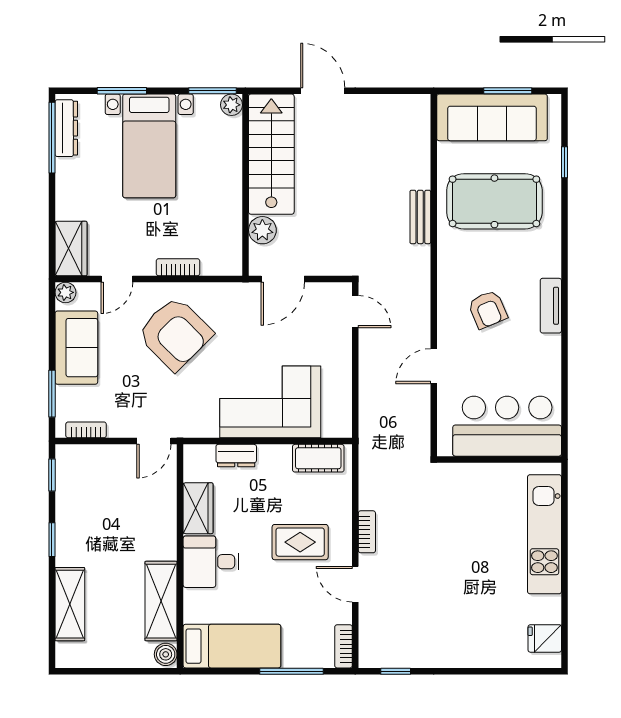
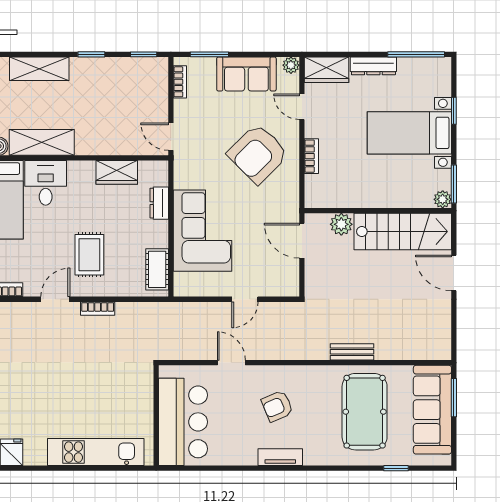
window: (122, 91) -> (454, 111), width x0.67
door: (323, 91) -> (454, 273), swing flipped
window: (508, 91) -> (454, 398), moved
dresser: (66, 128) -> (373, 66), moved
door: (355, 312) -> (245, 299), moved
desk: (211, 562) -> (46, 183), moved

